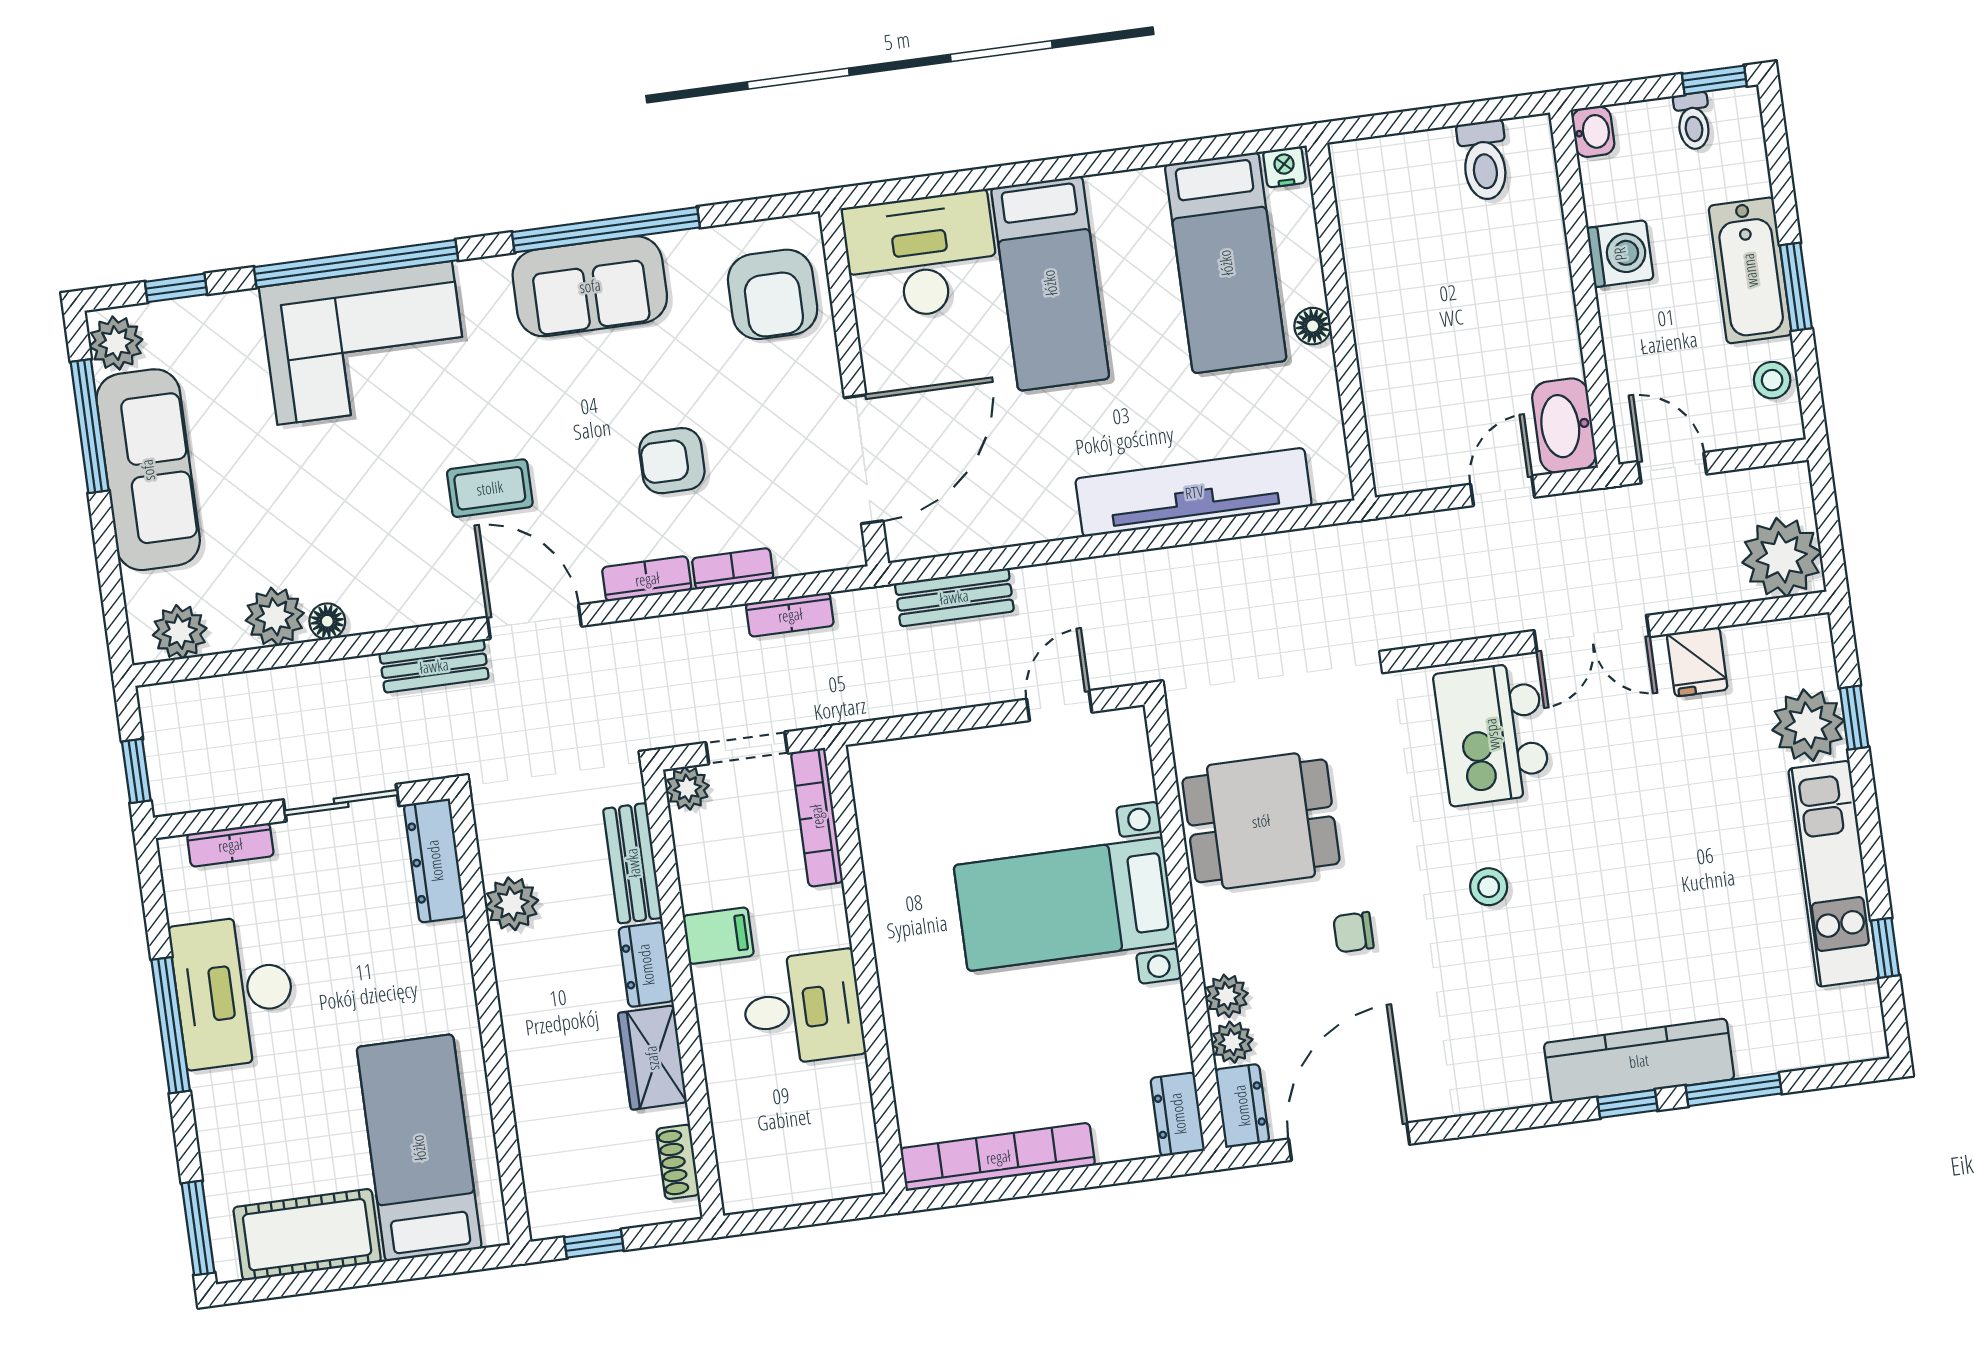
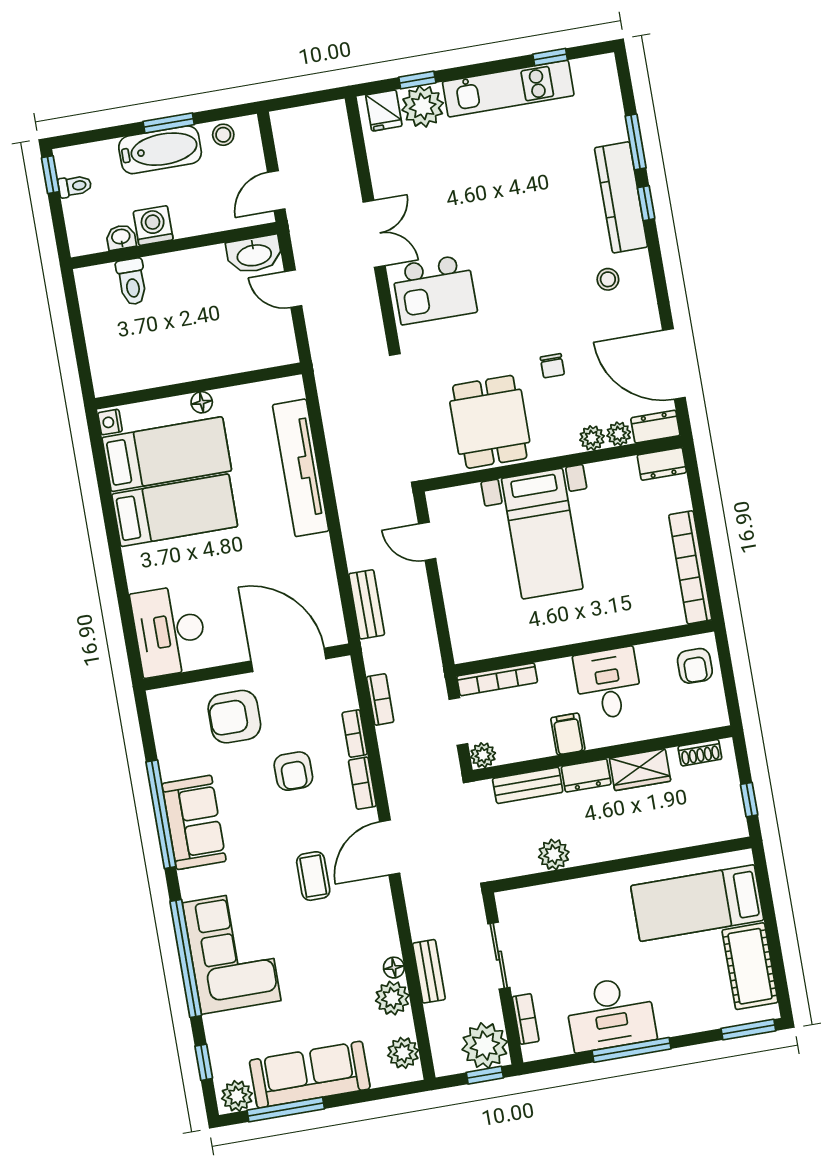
washbasin: (1593, 132) -> (121, 237), moved
toilet: (1484, 161) -> (132, 282), moved, turned 90
bed: (1050, 283) -> (175, 510), moved
armchair: (773, 294) -> (234, 717), moved, turned 180
plant: (1782, 557) -> (485, 1046), moved
fridge: (1697, 662) -> (384, 111), moved, turned 90
bench: (434, 666) -> (429, 971), moved
dresser: (435, 861) -> (530, 900), removed
stool: (1489, 887) -> (608, 279), moved
armchair: (828, 1159) -> (695, 666), added

